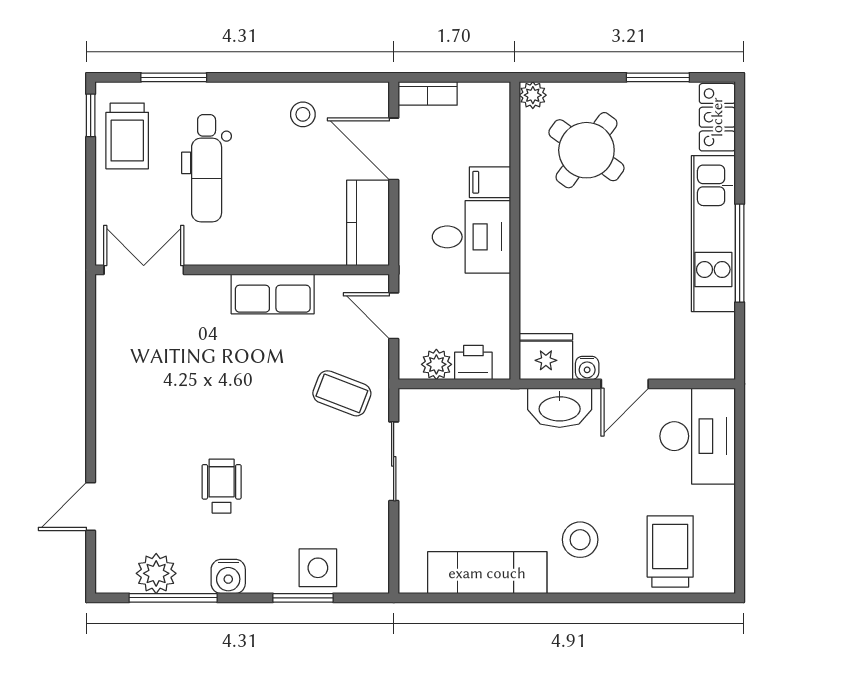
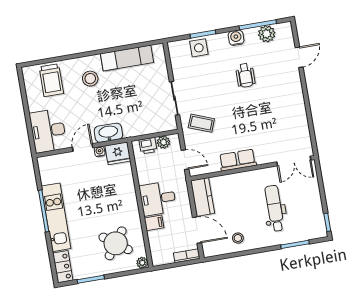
trolley: (127, 136) -> (310, 216), removed

